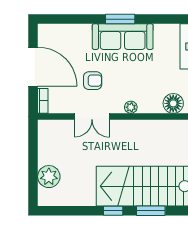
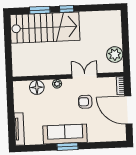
floor lamp: (173, 103) -> (37, 87), moved
plant: (49, 177) -> (115, 55), moved

